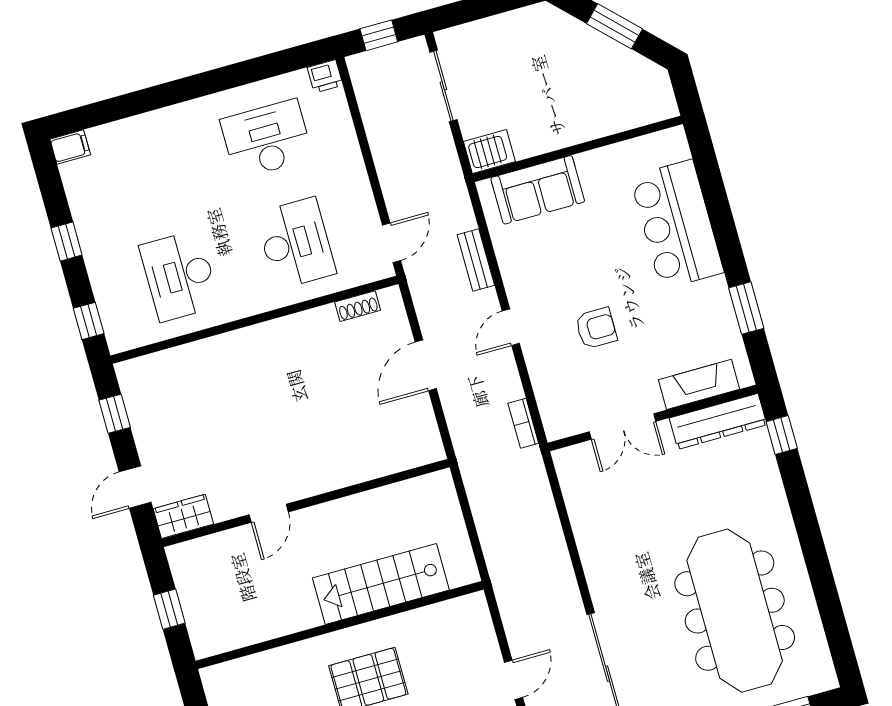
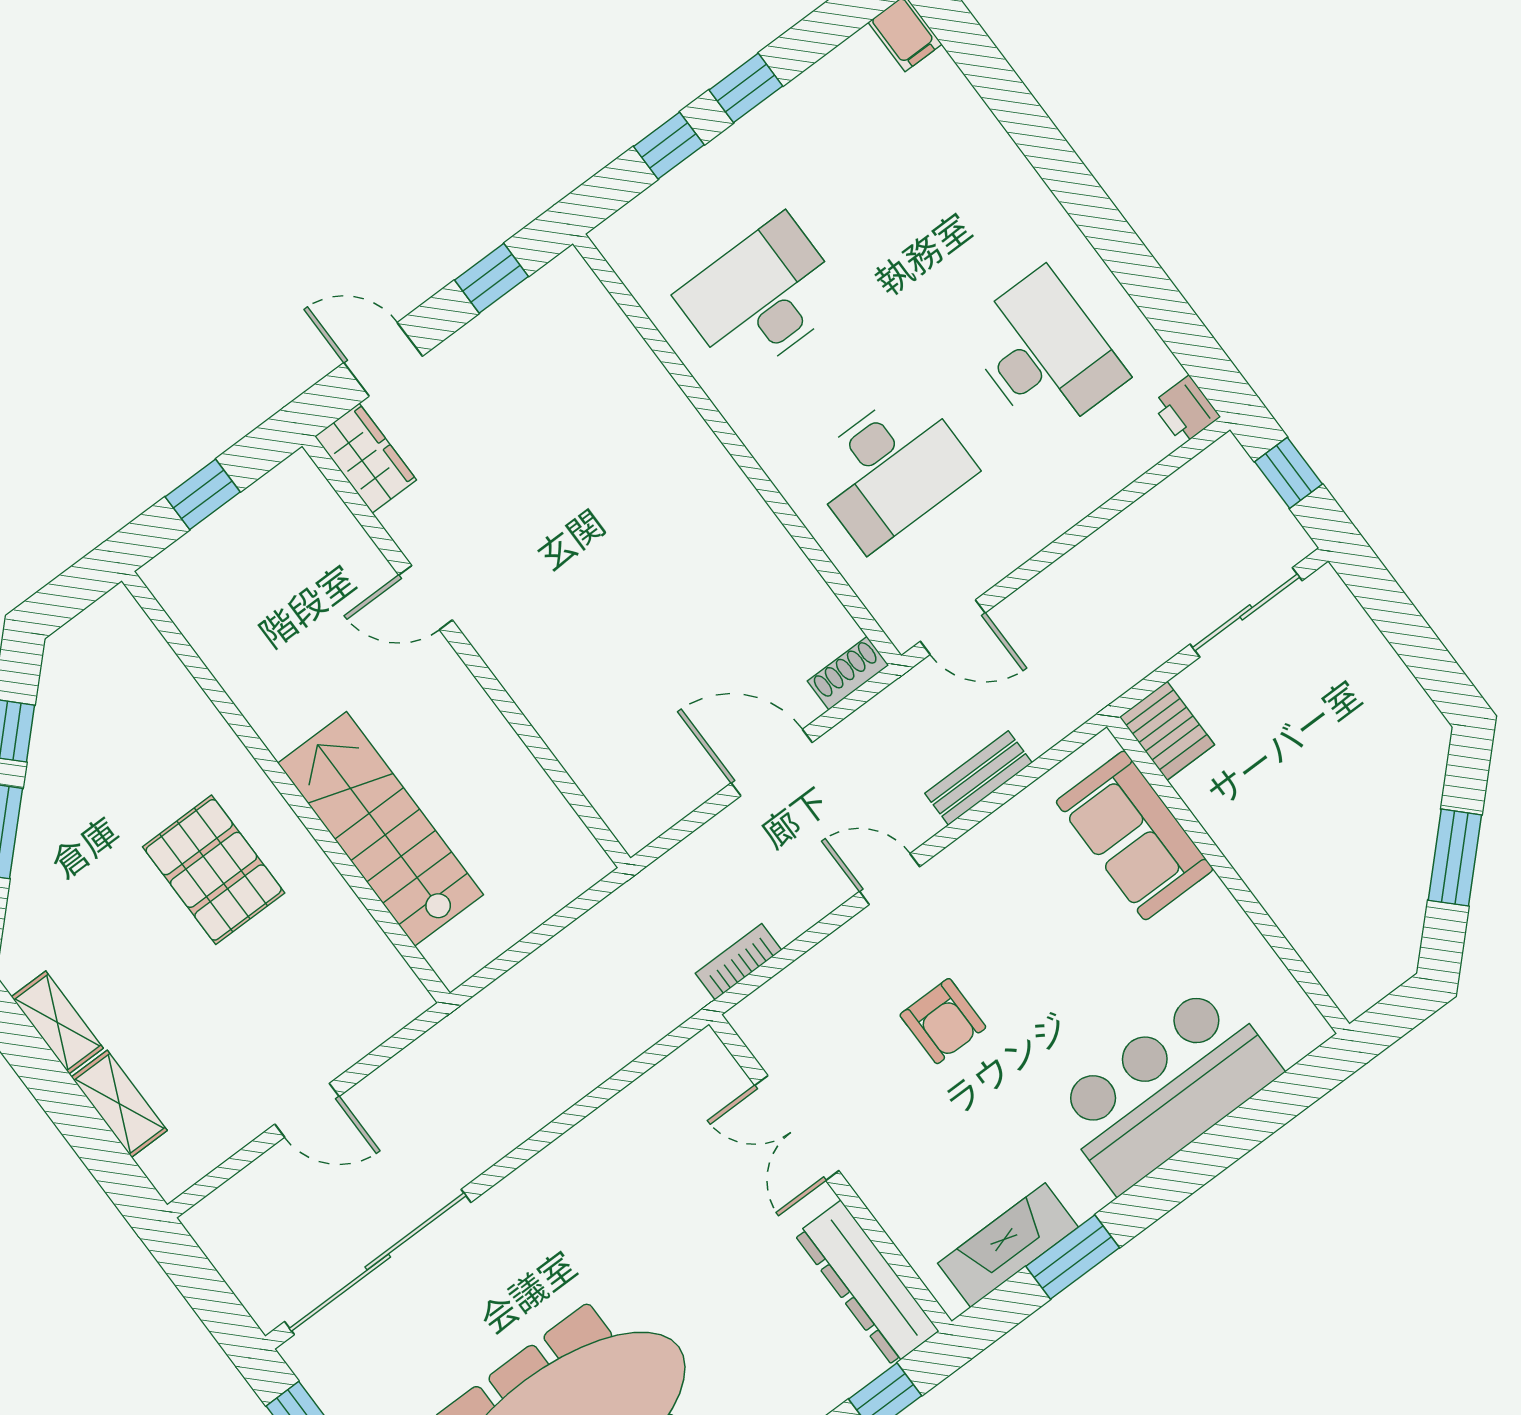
shoe rack: (358, 306) -> (848, 673), moved, turned 90
window: (89, 321) -> (669, 146), moved
fireplace: (699, 384) -> (1008, 1245), moved, turned -90

